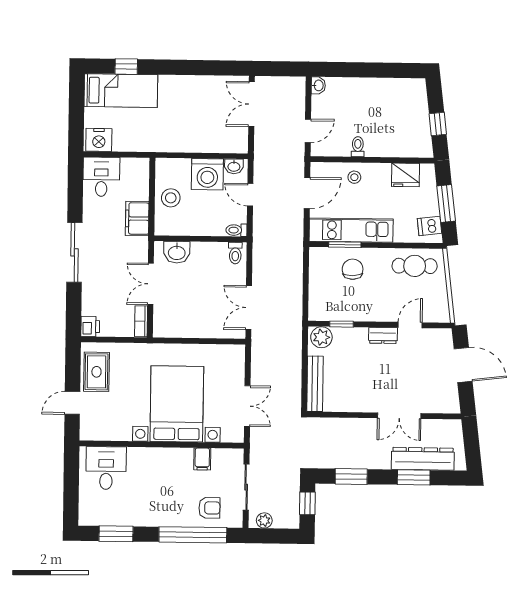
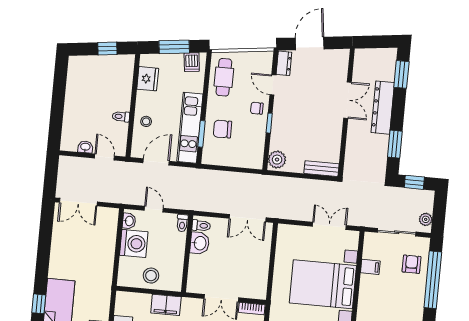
washbasin: (318, 85) -> (85, 147), moved
door: (307, 193) -> (156, 162), hinge flipped
door: (250, 195) -> (154, 209), swing flipped
washbasin: (177, 252) -> (200, 243), moved
chair: (381, 308) -> (257, 108), added
window: (342, 324) -> (269, 123), moved
dresser: (383, 335) -> (284, 63), moved
bench: (315, 384) -> (322, 169), width x0.73
dresser: (423, 459) -> (383, 108), moved
window: (414, 477) -> (401, 74), moved

